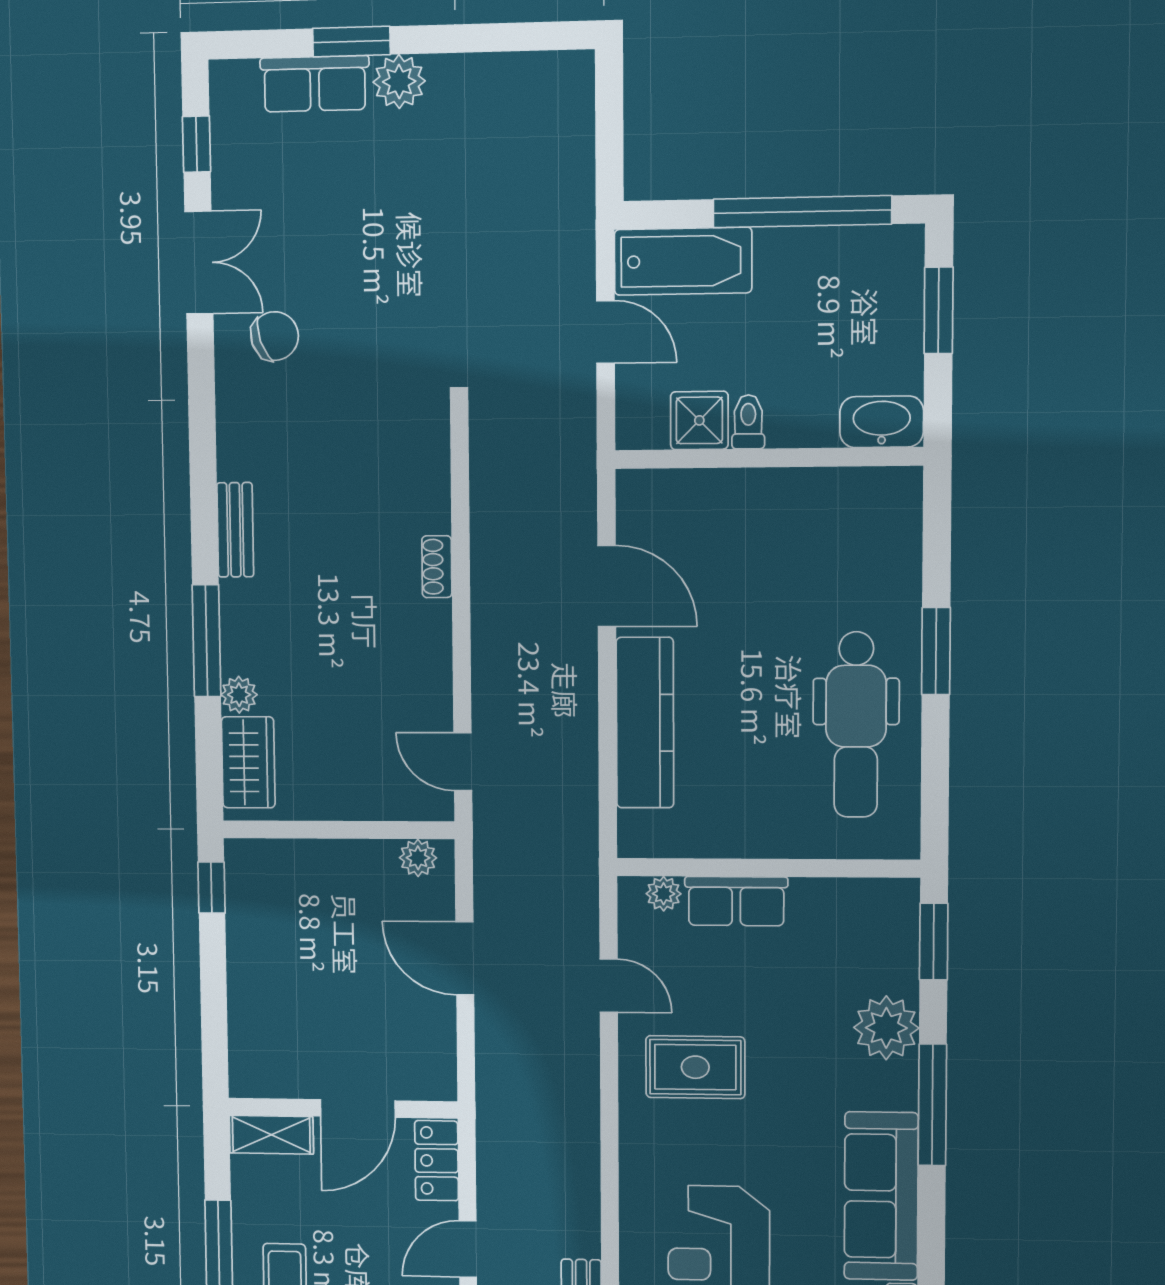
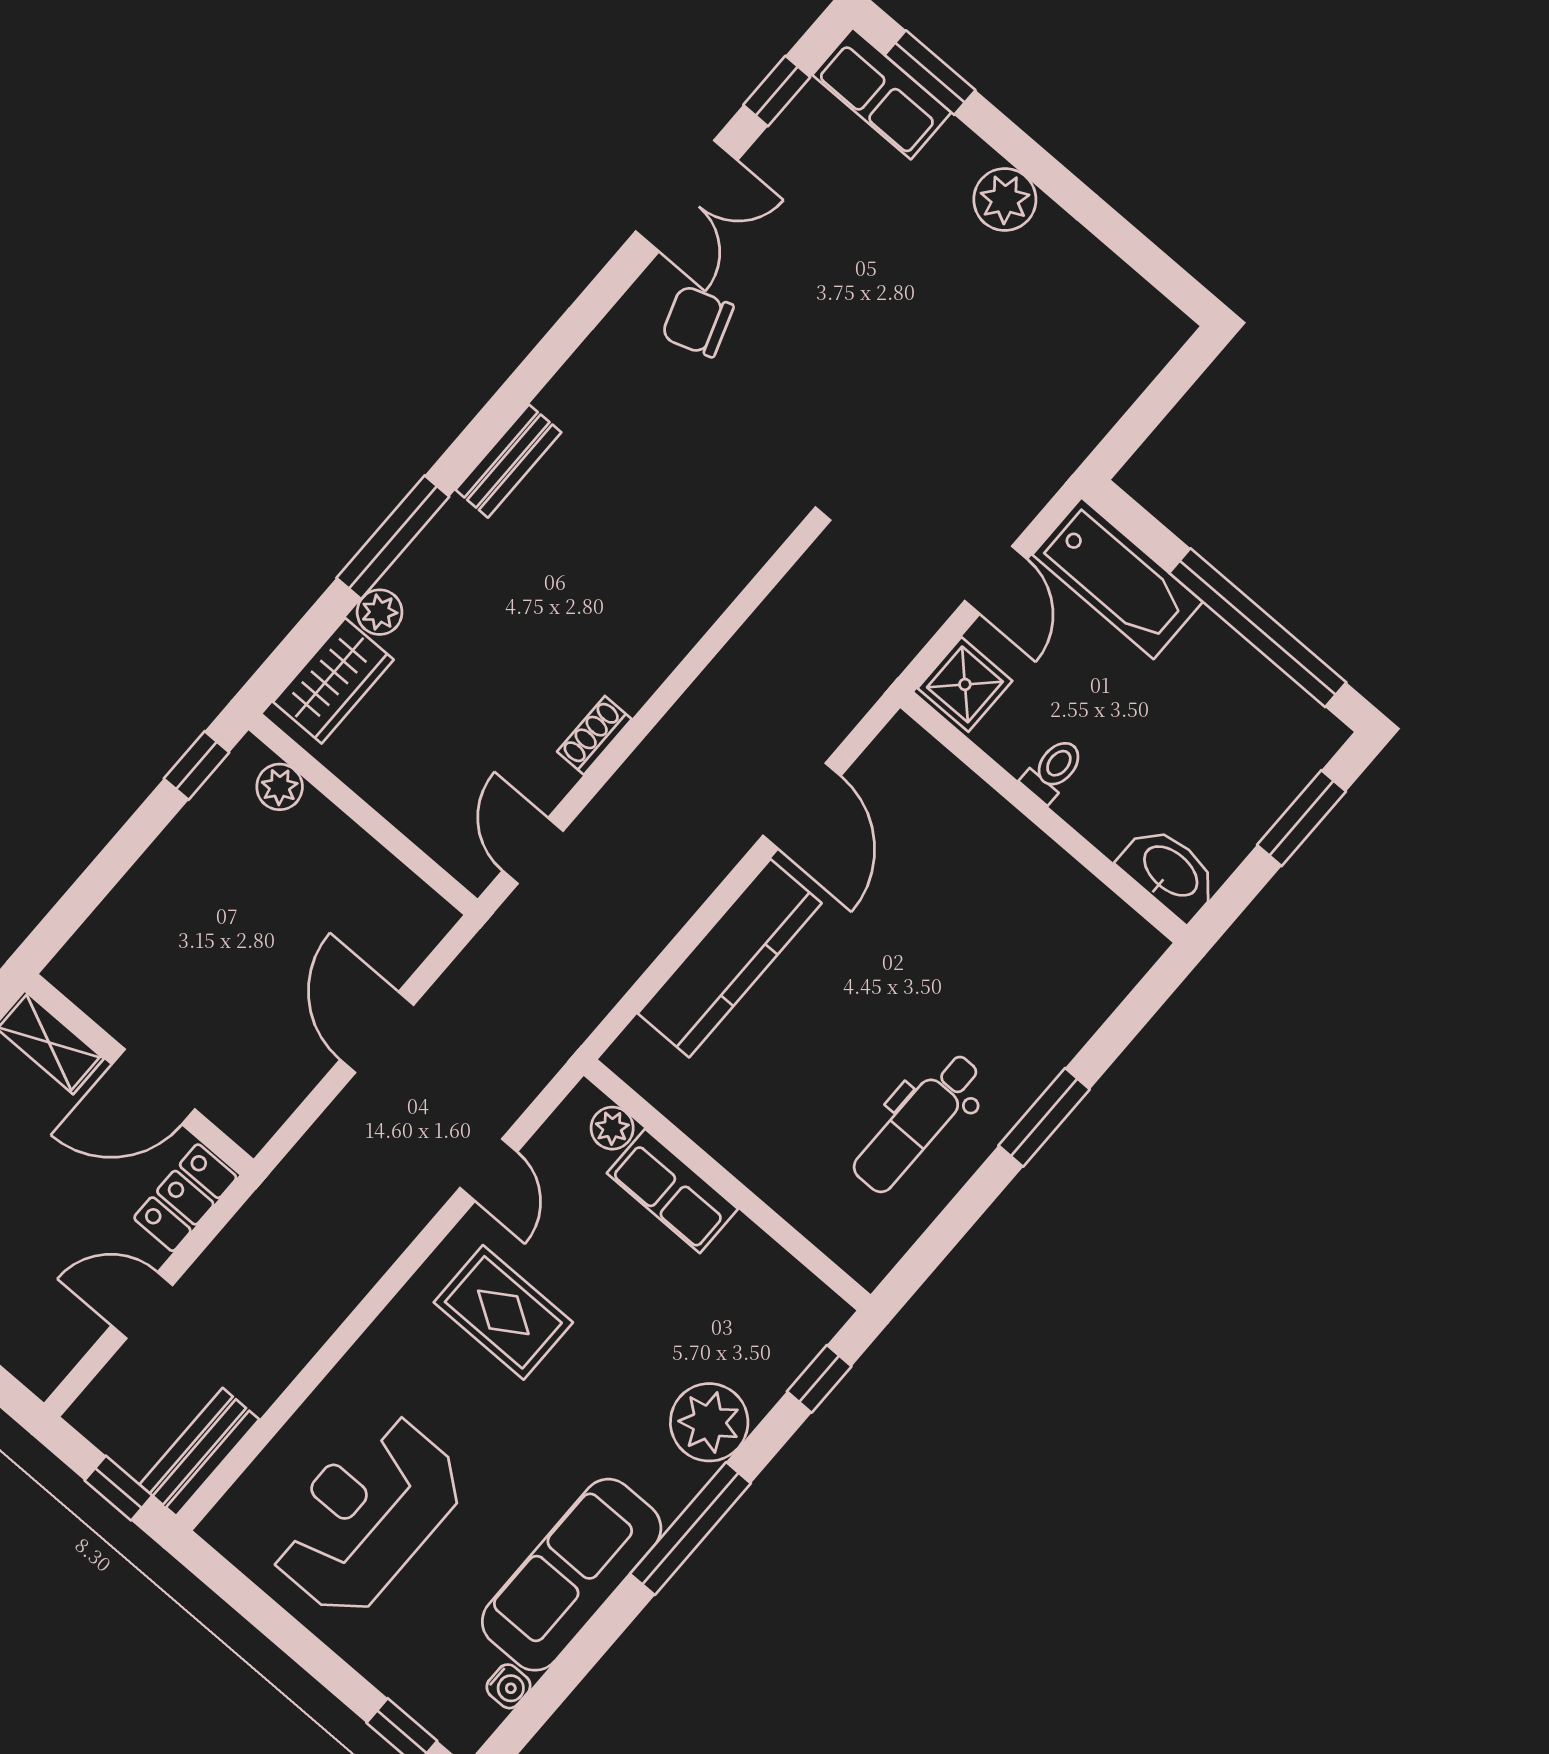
window: (351, 42) -> (930, 73), moved
row of seats: (315, 84) -> (882, 94), moved
chair: (275, 336) -> (697, 321), turned 180
shower: (699, 420) -> (965, 684), moved
shoe rack: (437, 567) -> (594, 735), moved
dental chair: (856, 725) -> (917, 1123), width x0.73, depth x0.72
plant: (418, 858) -> (280, 787), moved
window: (934, 942) -> (819, 1379), width x0.67

